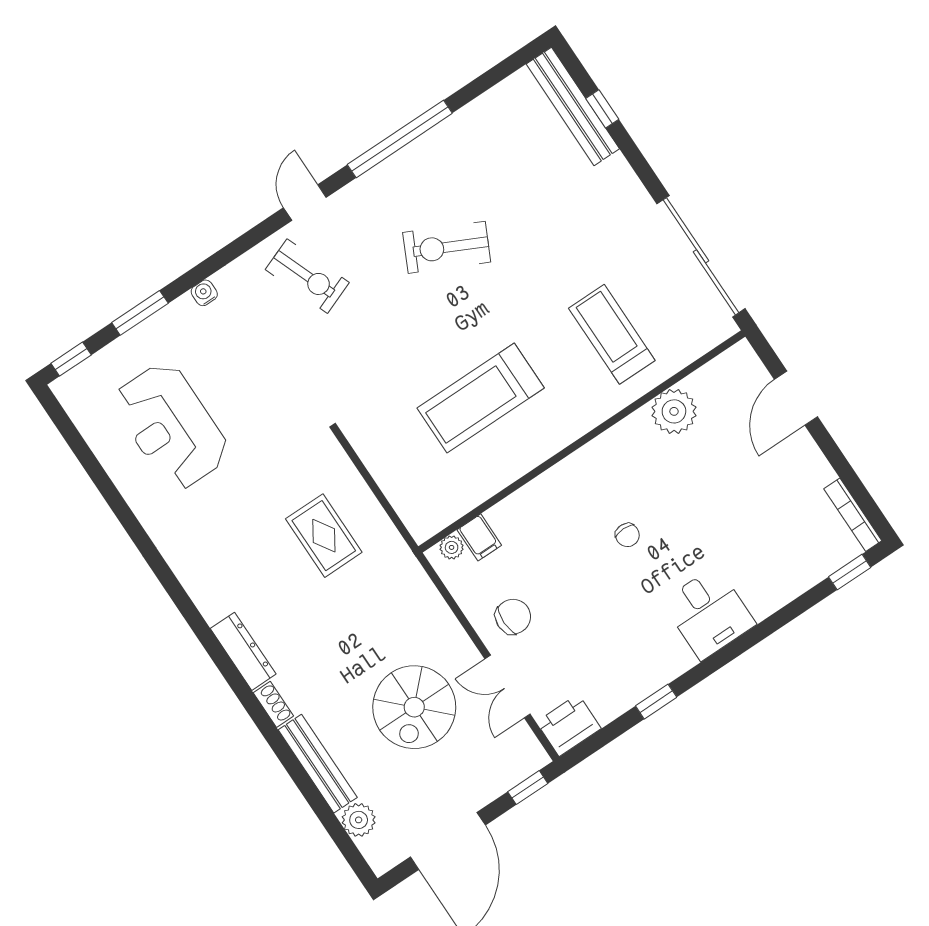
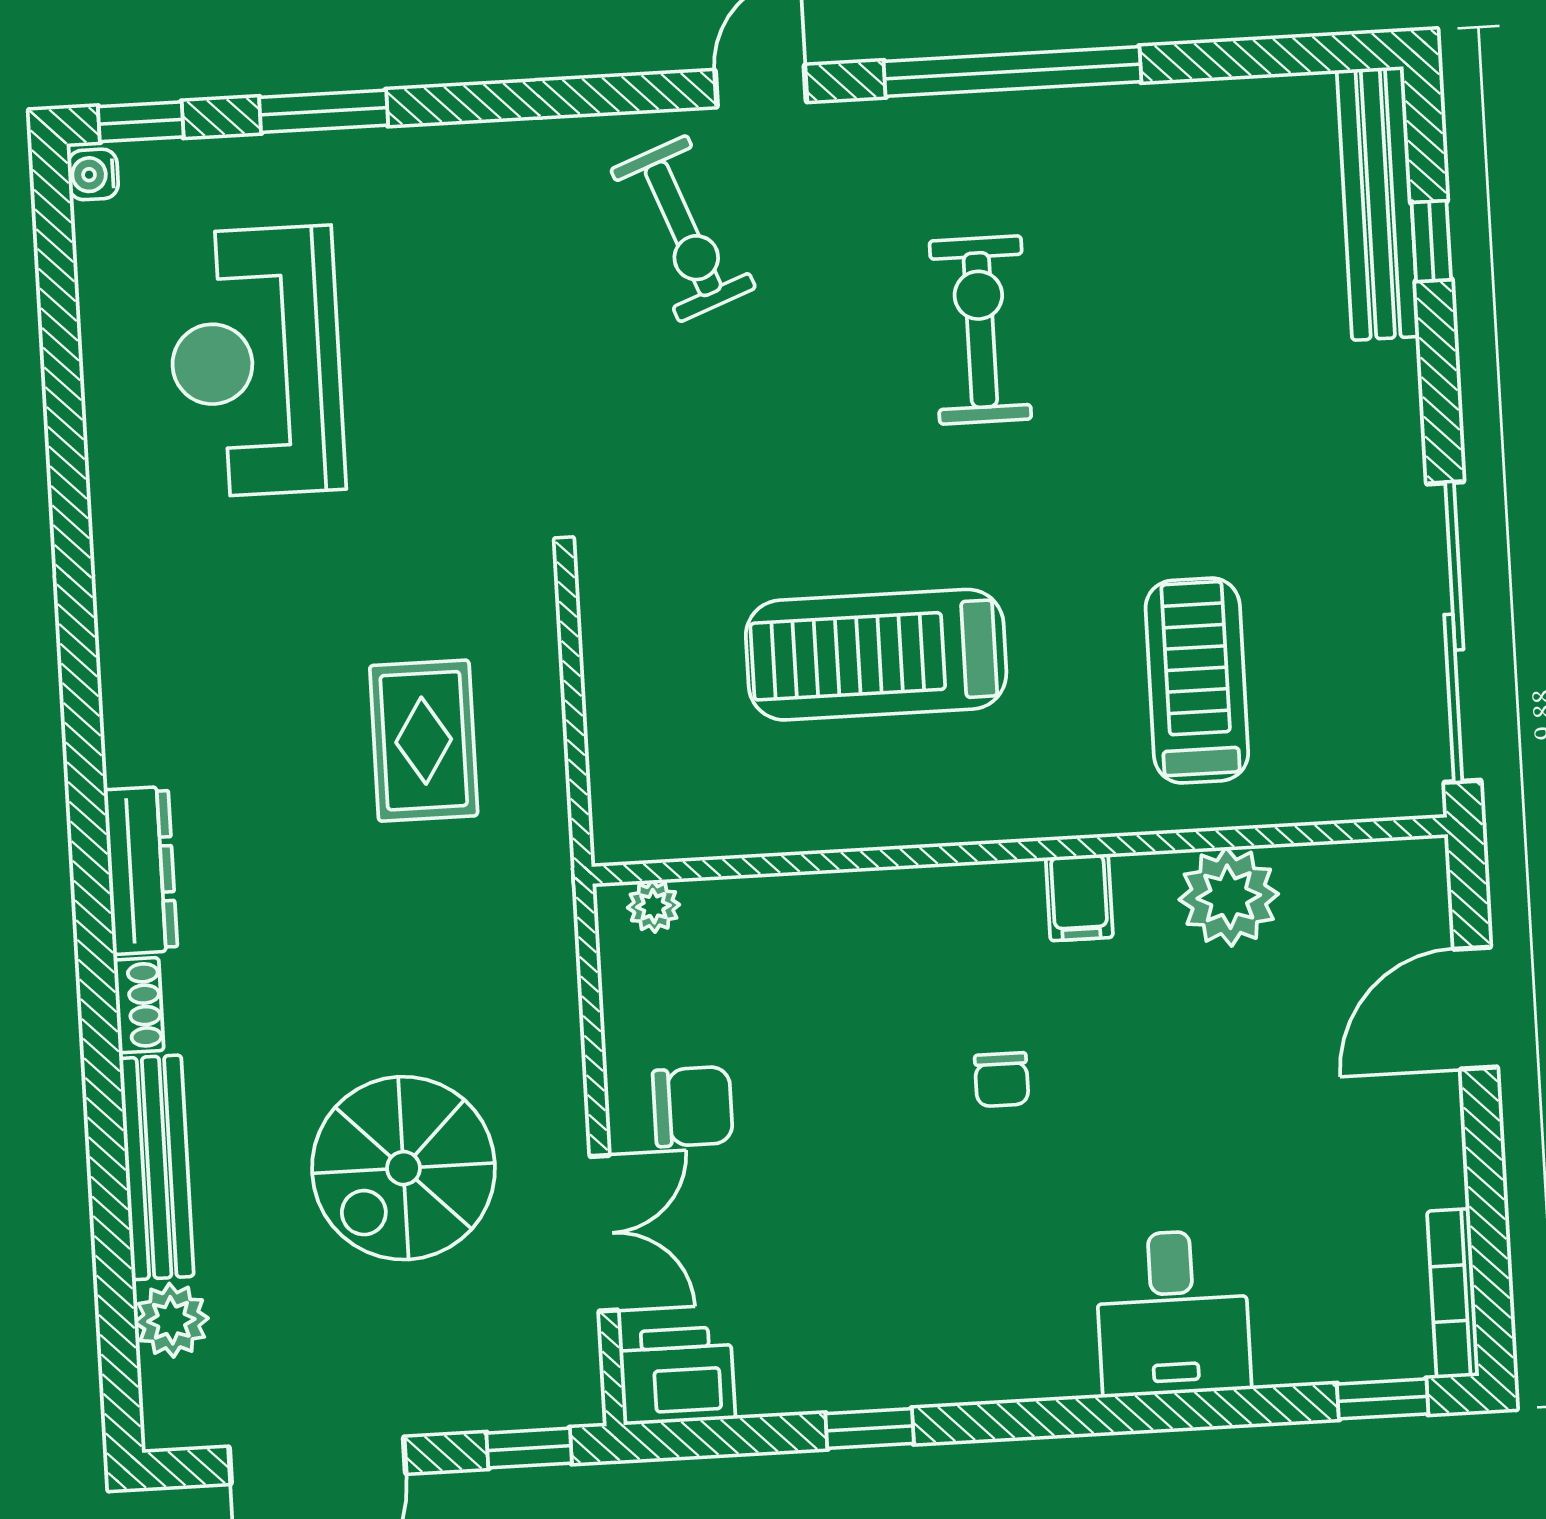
exercise bike: (447, 247) -> (980, 330), turned 64
water cooler: (204, 293) -> (93, 174), moved, turned -90
filing cabinet: (479, 537) -> (1079, 897), moved
desk: (709, 613) -> (1173, 1313), moved
double door: (508, 686) -> (604, 1233), swing flipped

